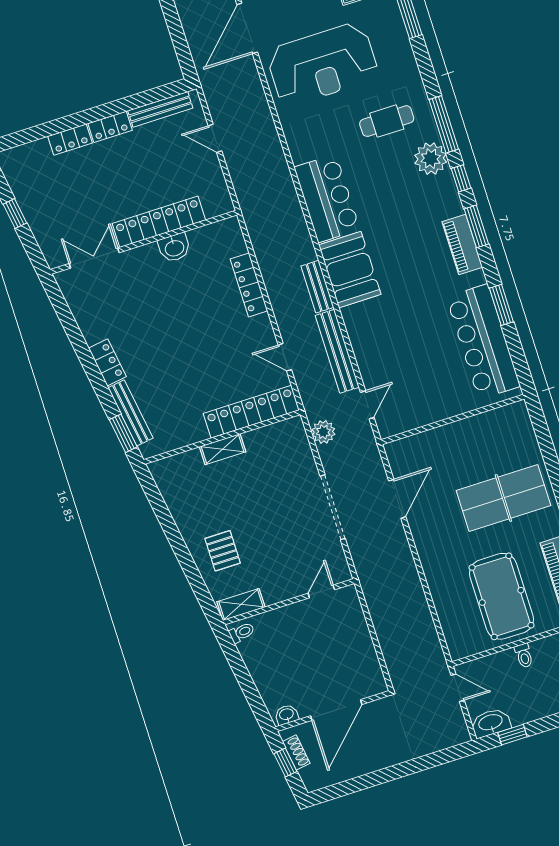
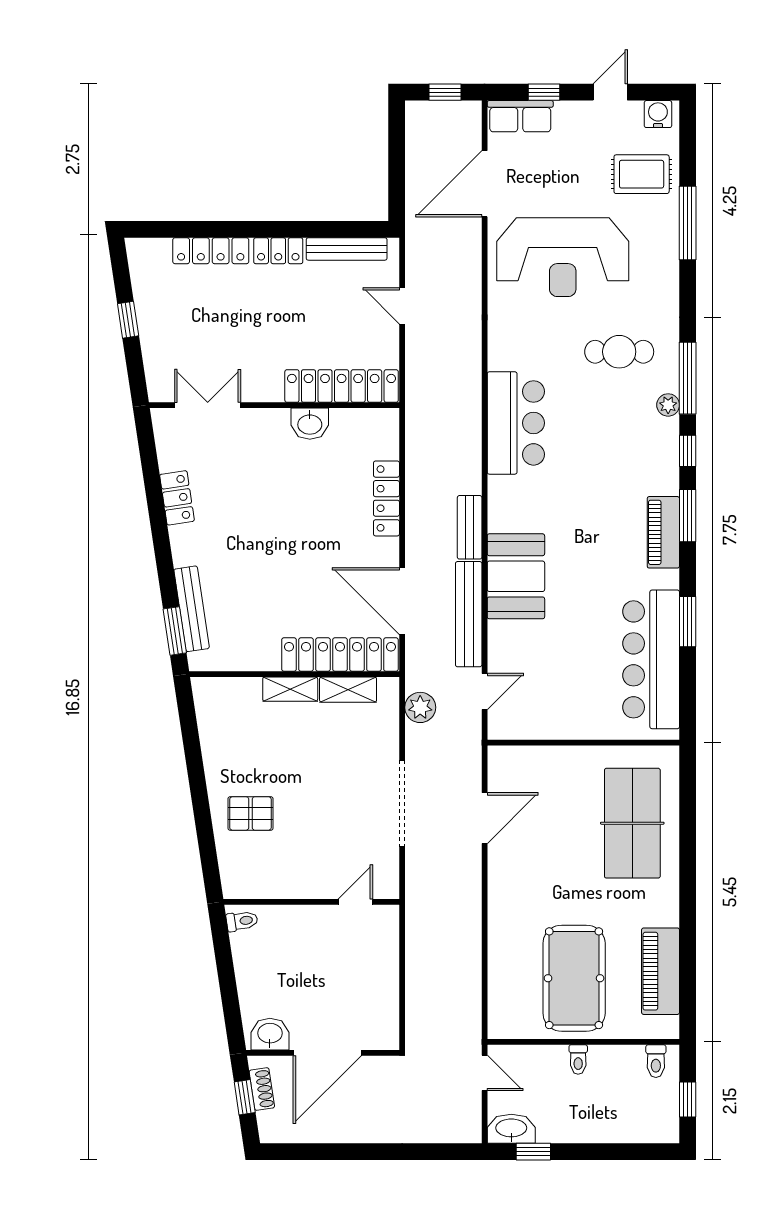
locker: (70, 140) -> (211, 251), width x1.53
plant: (431, 159) -> (668, 405), width x0.53, depth x0.53
locker: (159, 222) -> (342, 386), moved
booth: (350, 270) -> (516, 576), moved
door: (285, 357) -> (402, 601), width x1.87
locker: (107, 362) -> (177, 498), moved
table tennis table: (503, 498) -> (632, 823), moved, turned 90
pallet: (223, 551) -> (250, 813), turned 90
shelving: (241, 604) -> (348, 690), moved
washbasin: (287, 715) -> (270, 1034), width x1.38, depth x1.45

